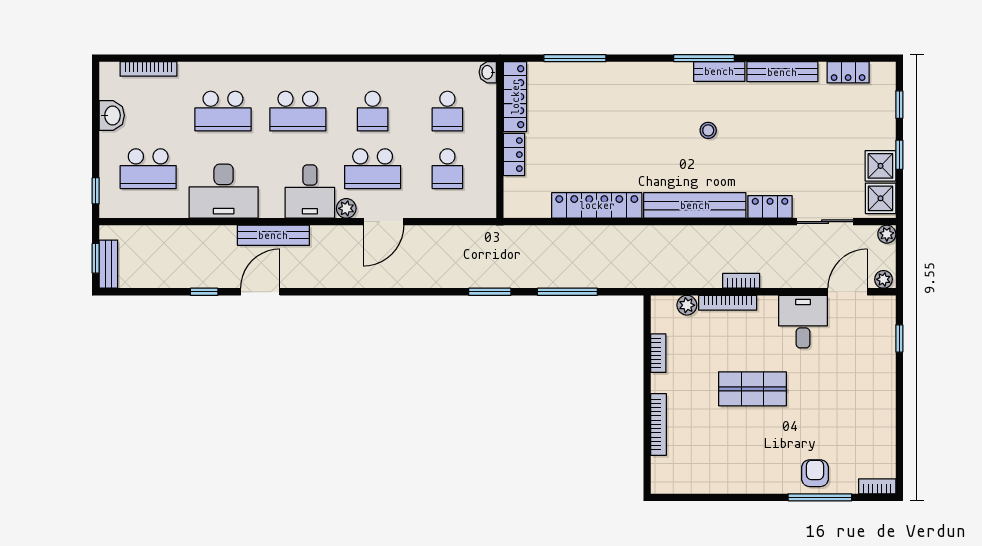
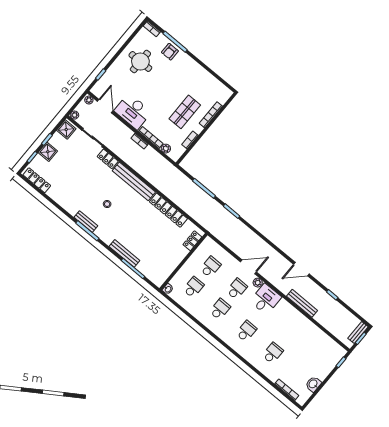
bench: (782, 72) -> (124, 253), moved
locker: (848, 72) -> (37, 180), width x1.53
locker: (515, 97) -> (165, 273), removed
school desk: (223, 111) -> (273, 353), width x0.54
school desk: (298, 111) -> (246, 331), width x0.54
locker: (514, 155) -> (192, 241), moved
shower: (880, 166) -> (48, 152), moved
school desk: (148, 169) -> (316, 355), removed
school desk: (373, 169) -> (237, 289), width x0.54
desk: (224, 191) -> (296, 325), removed
bench: (273, 235) -> (302, 303), moved
door: (260, 292) -> (301, 269), moved
door: (848, 292) -> (105, 106), swing flipped
desk: (803, 322) -> (133, 111), width x1.37
shop shelf: (752, 389) -> (185, 112), moved, turned 90
round table: (851, 416) -> (140, 62), added

